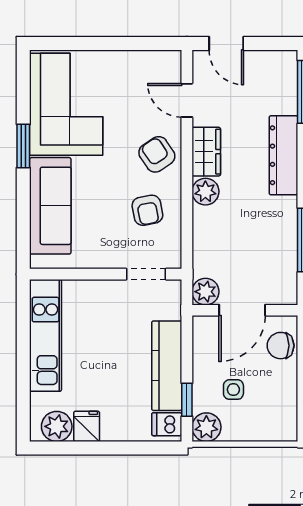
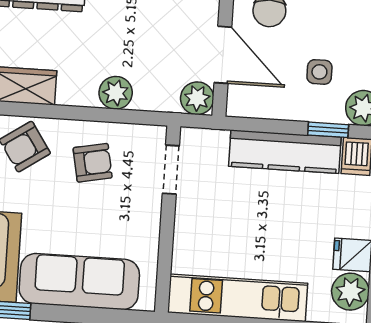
plant: (205, 192) -> (116, 93), moved

